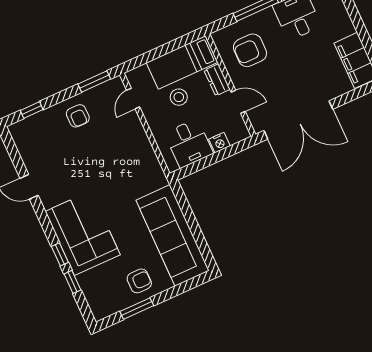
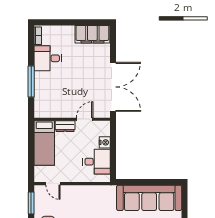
armchair: (250, 50) -> (56, 97), removed
stool: (179, 97) -> (65, 155), removed

